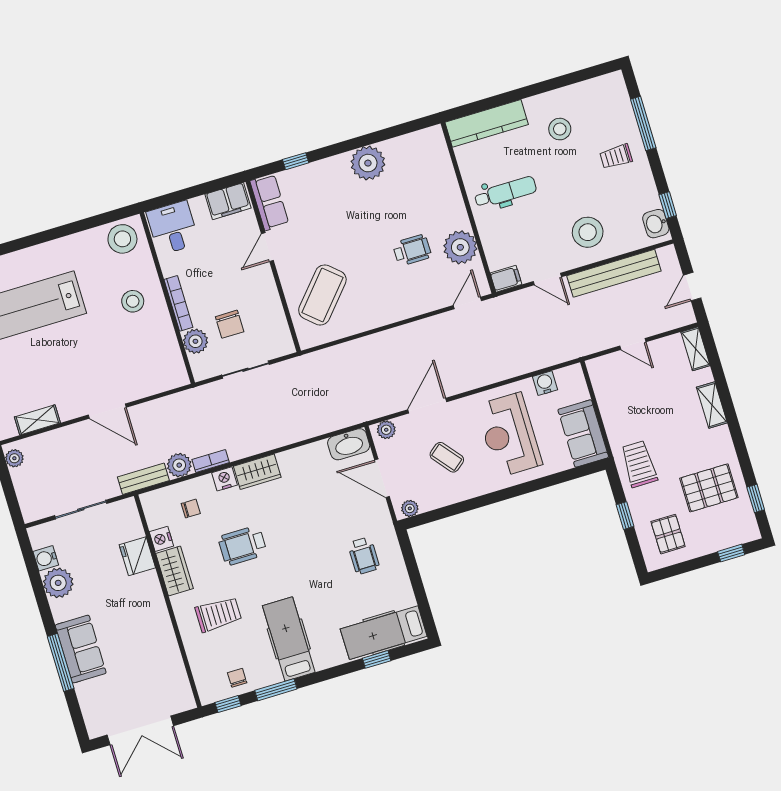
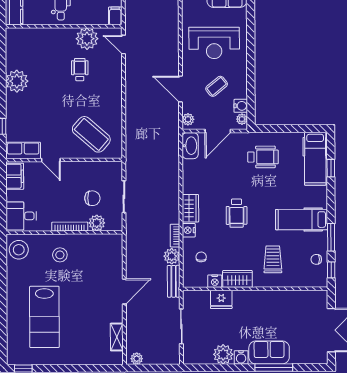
water cooler: (545, 383) -> (241, 106), moved, turned 180
wheelchair: (243, 546) -> (237, 213), moved
wheelchair: (364, 556) -> (263, 157), width x1.36, depth x1.37
water cooler: (46, 558) -> (241, 357), moved

